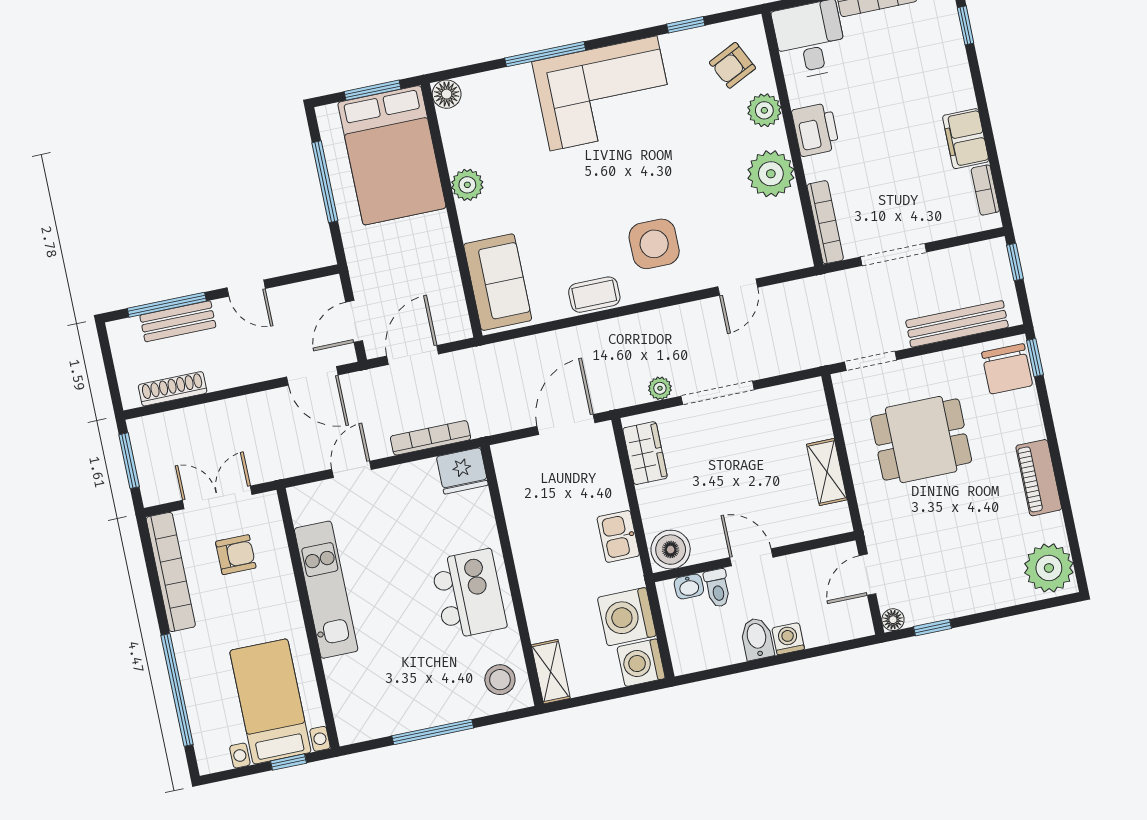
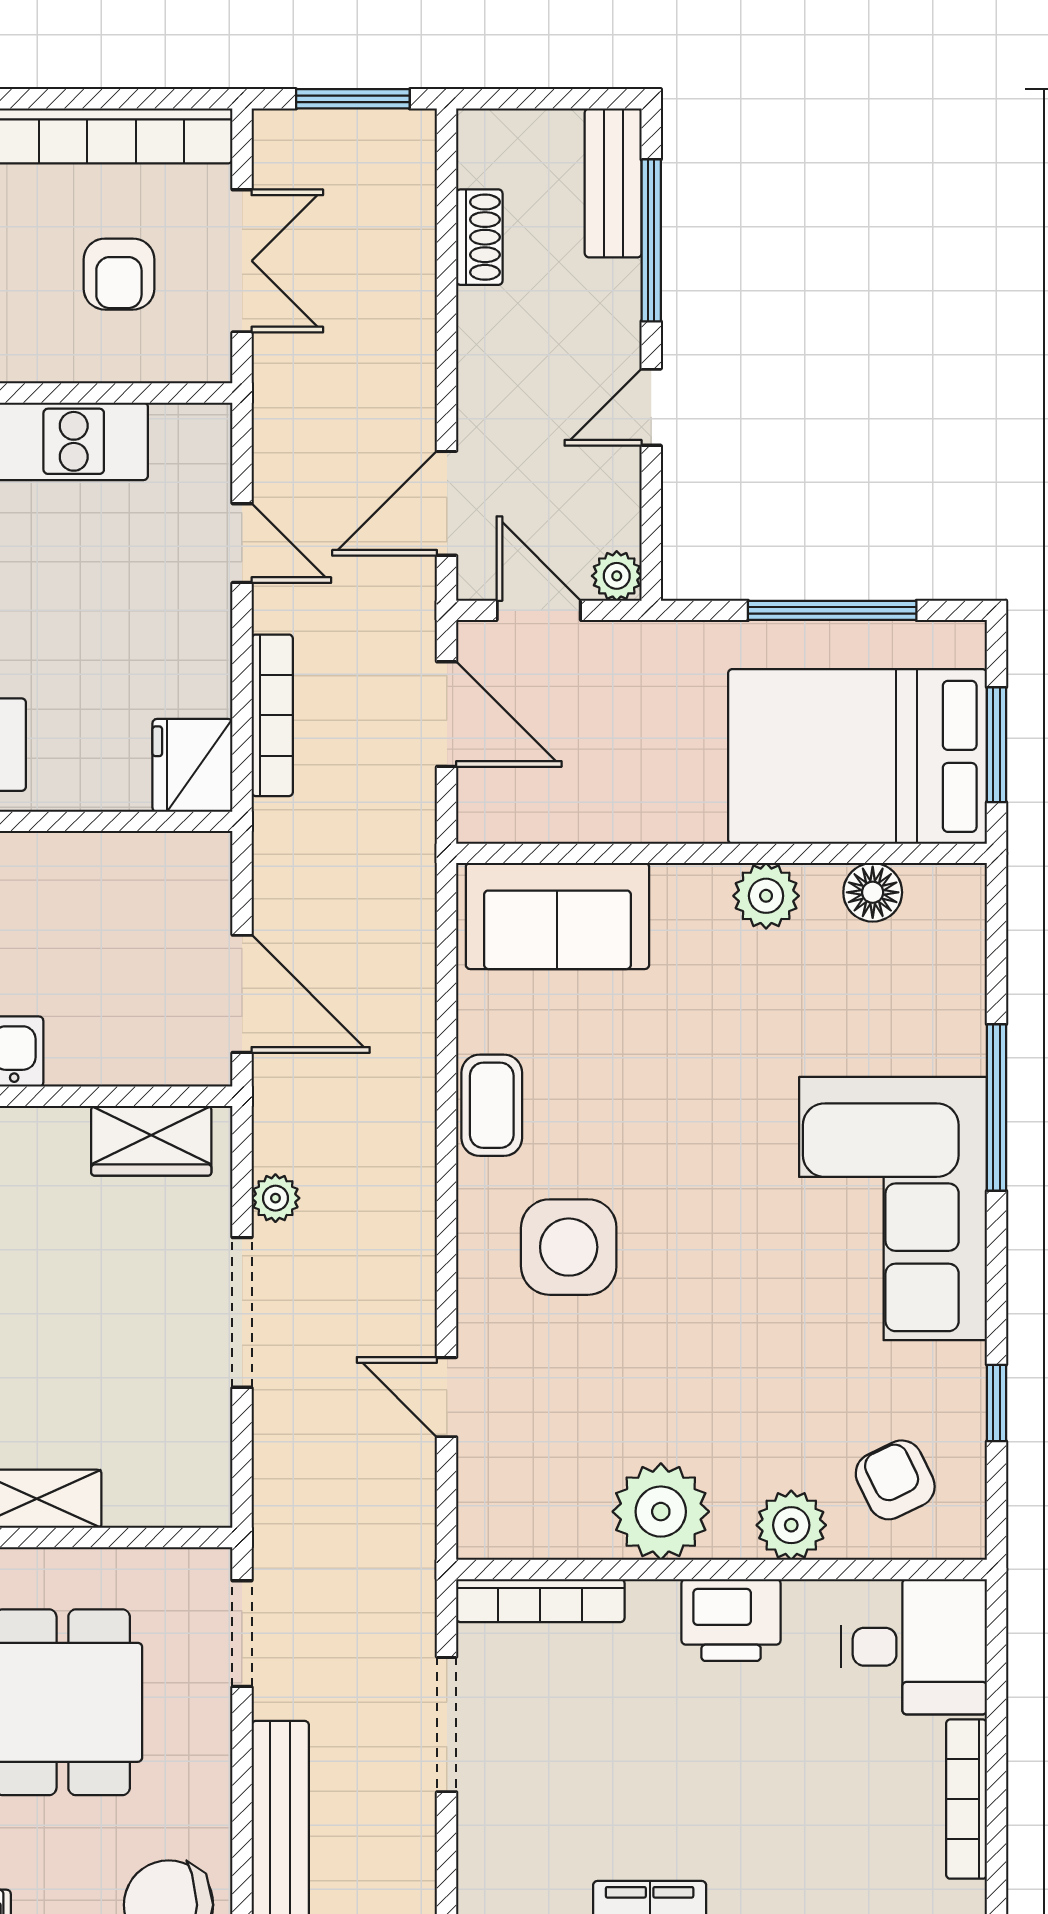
floor lamp: (447, 94) -> (873, 892), moved
plant: (330, 288) -> (617, 576), added
bench: (178, 321) -> (613, 183), moved
shoe rack: (173, 389) -> (479, 237), width x0.70

